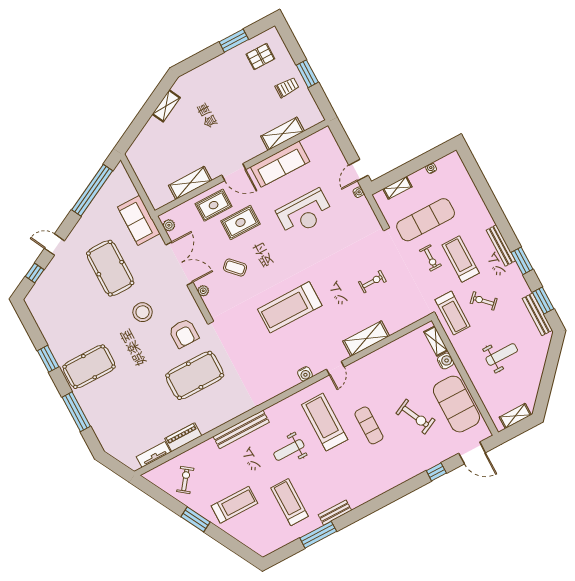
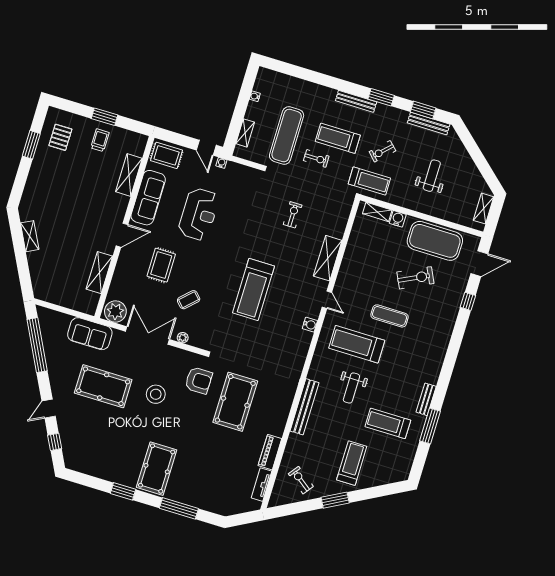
rug: (214, 205) -> (167, 155), moved, turned 90
plant: (169, 225) -> (115, 312), width x1.88, depth x1.88

